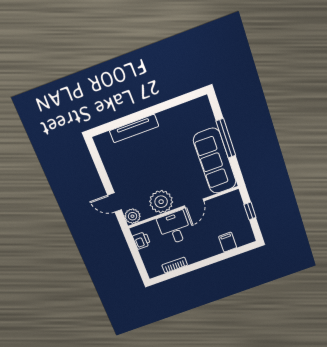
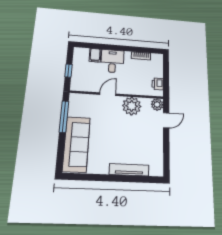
window: (226, 138) -> (64, 117), moved
sofa: (215, 161) -> (76, 144), moved
door: (115, 202) -> (166, 120), hinge flipped
desk: (174, 228) -> (112, 61), moved, turned 180

